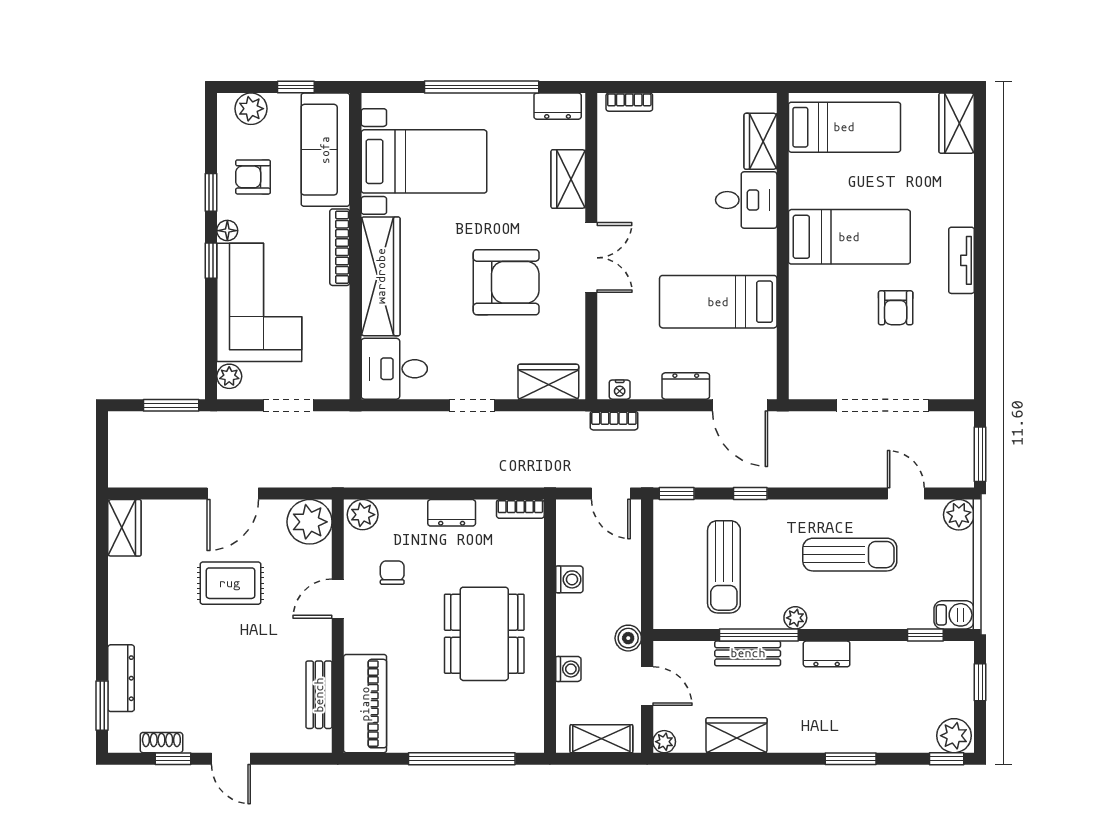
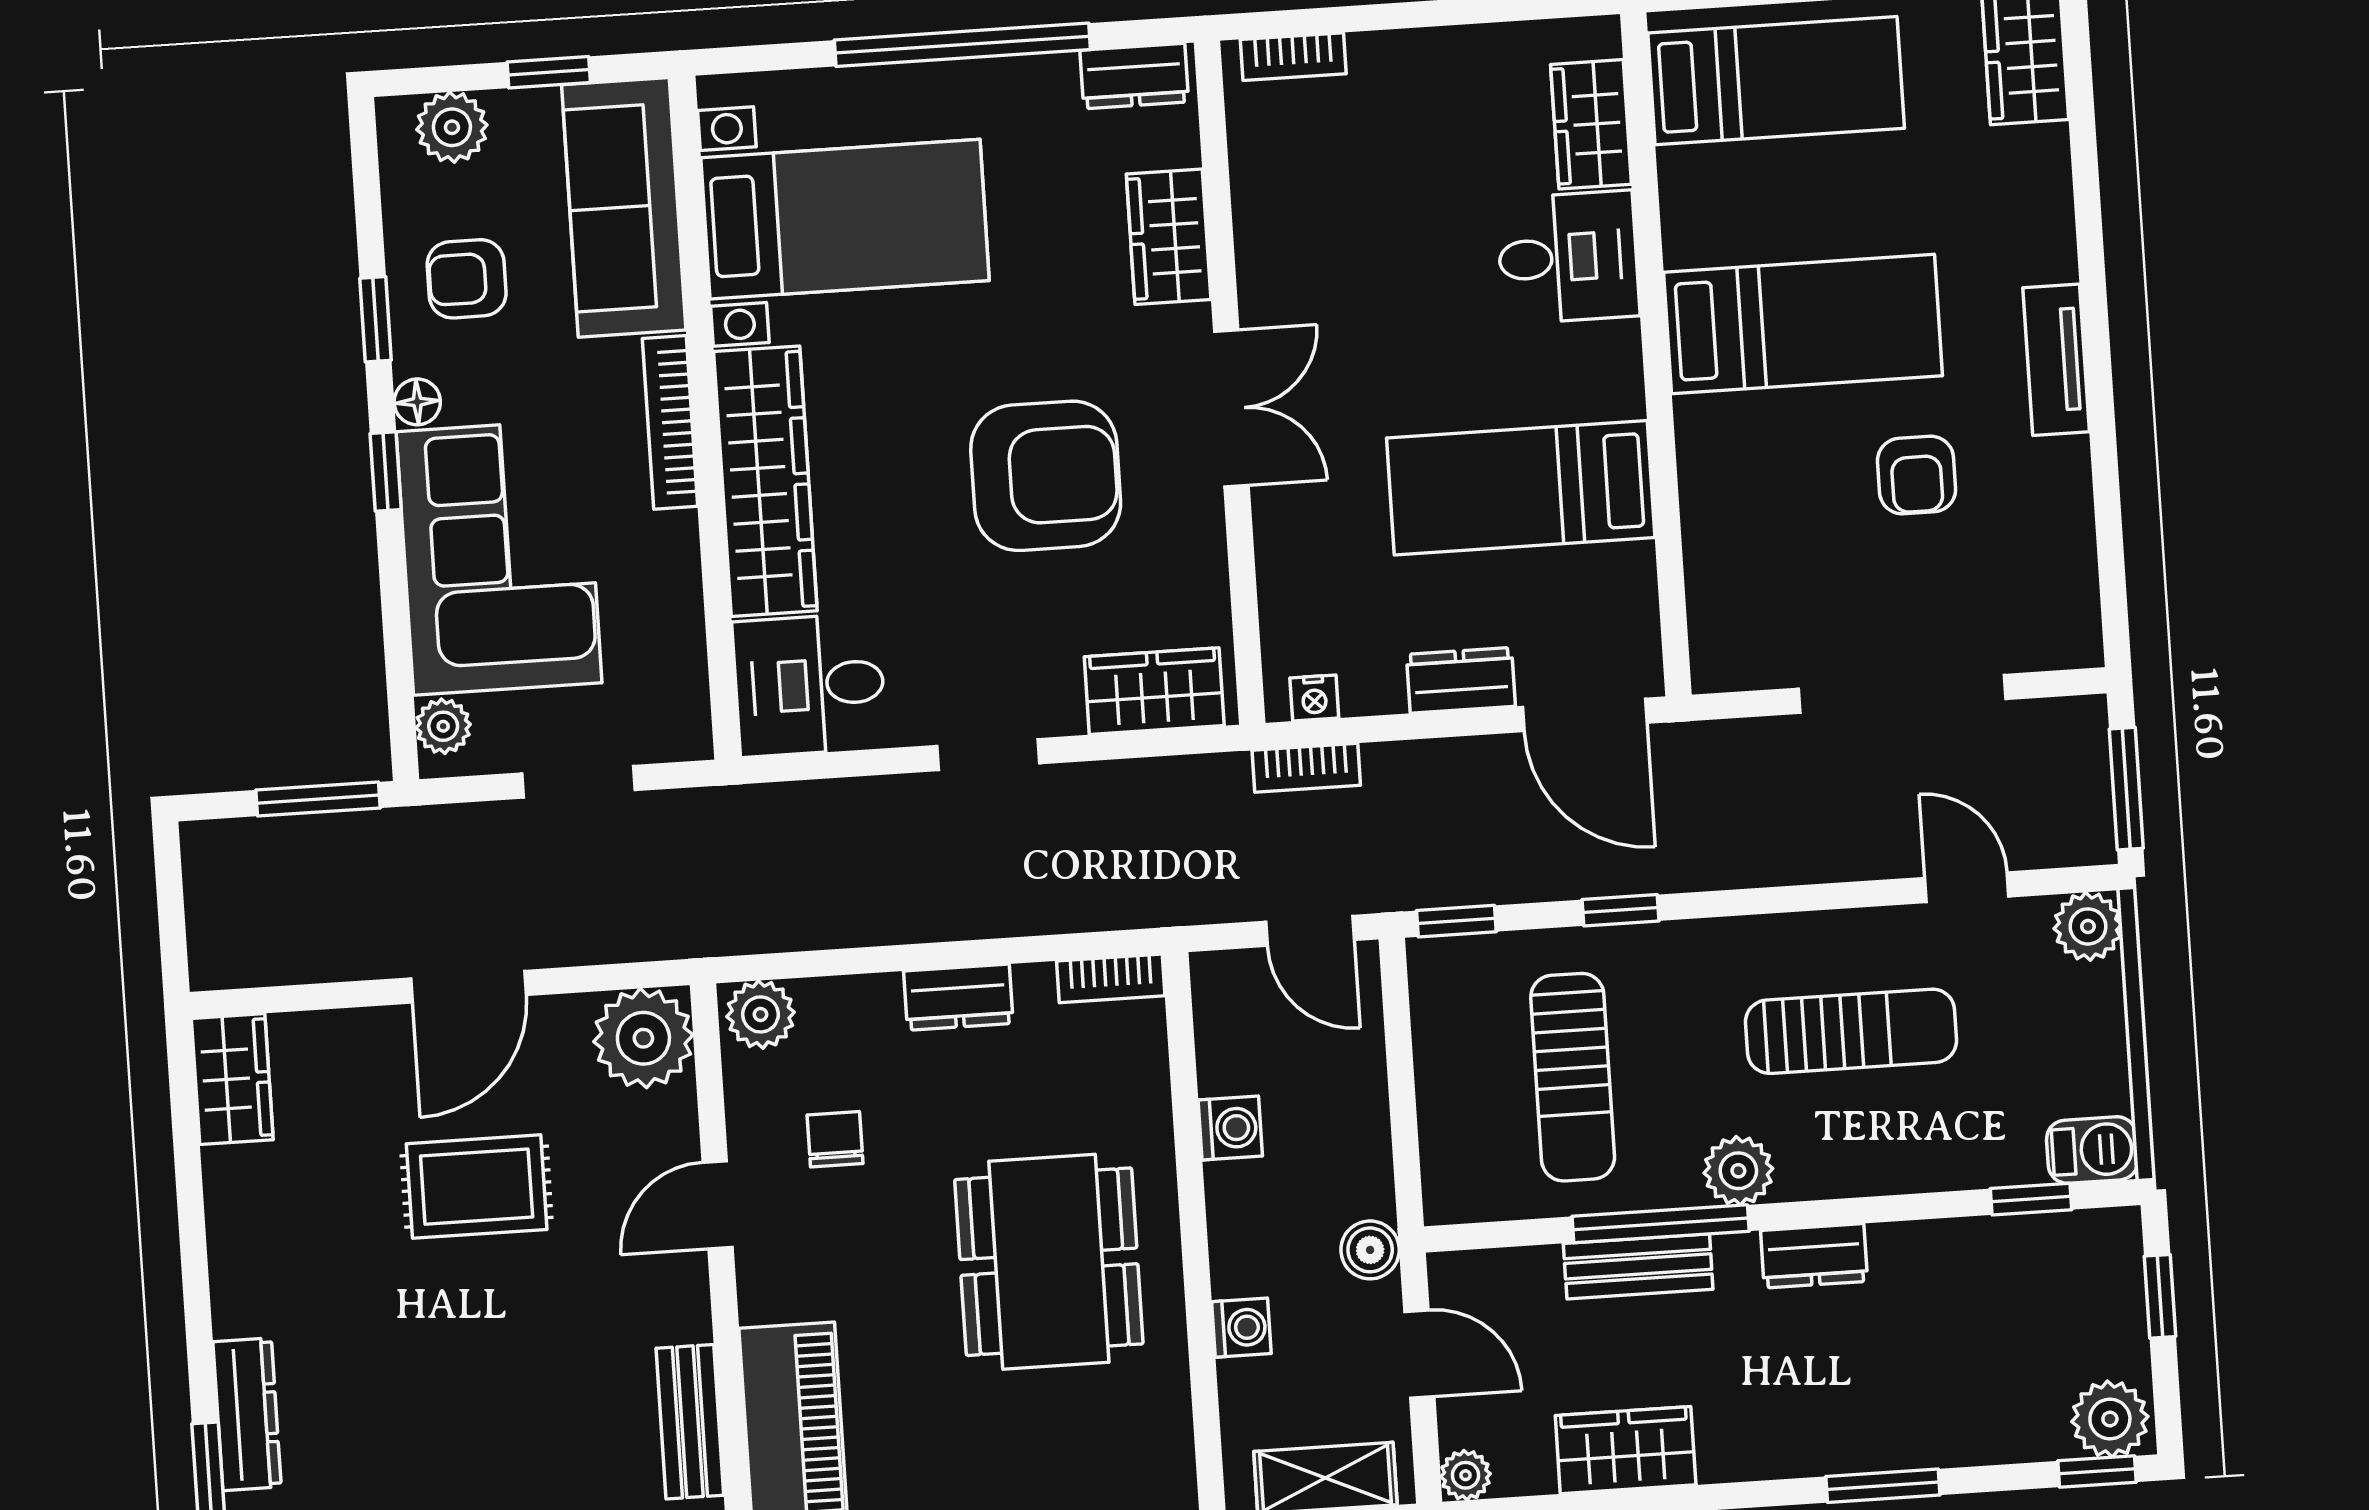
plant: (795, 618) -> (1738, 1171), width x1.38, depth x1.38

